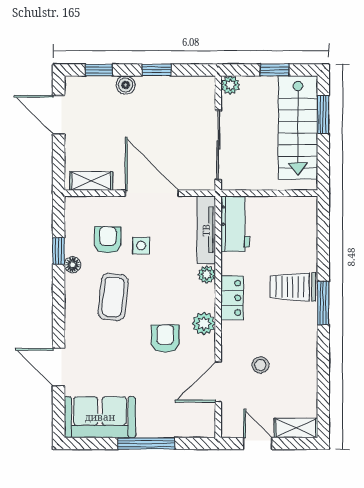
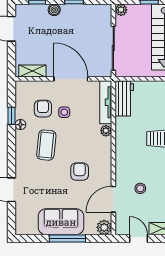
locker: (232, 298) -> (122, 146), removed
plant: (204, 323) -> (104, 227), moved
sofa: (100, 417) -> (61, 222), moved

